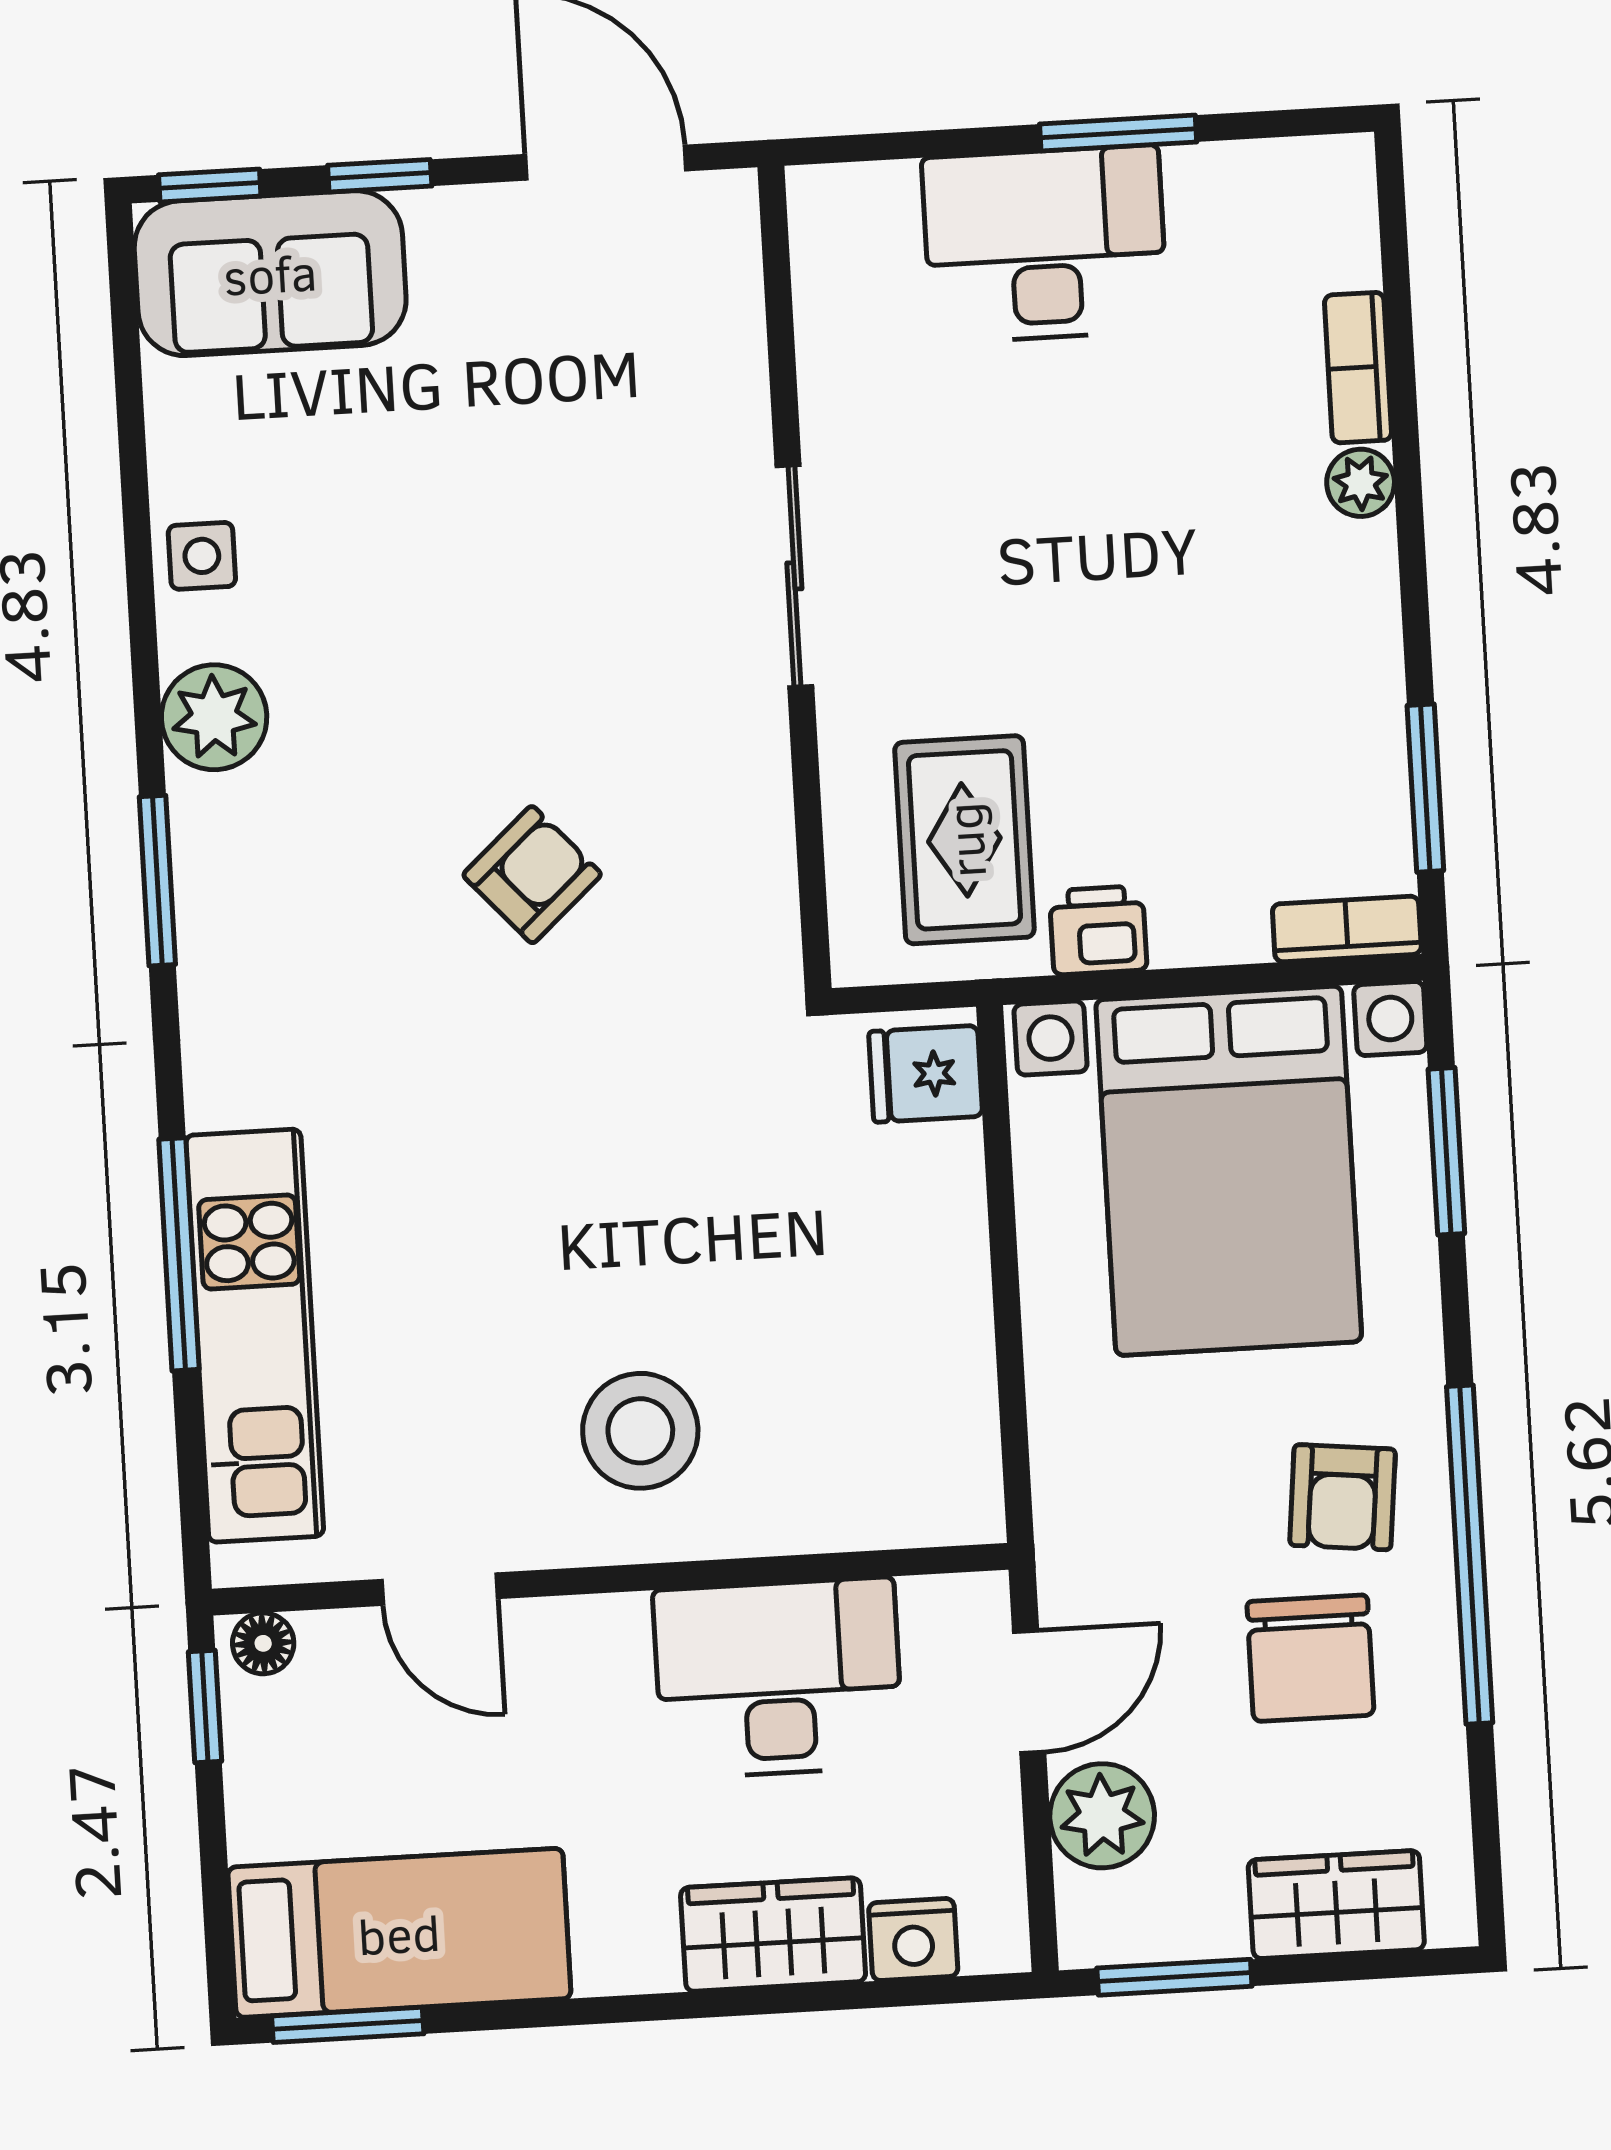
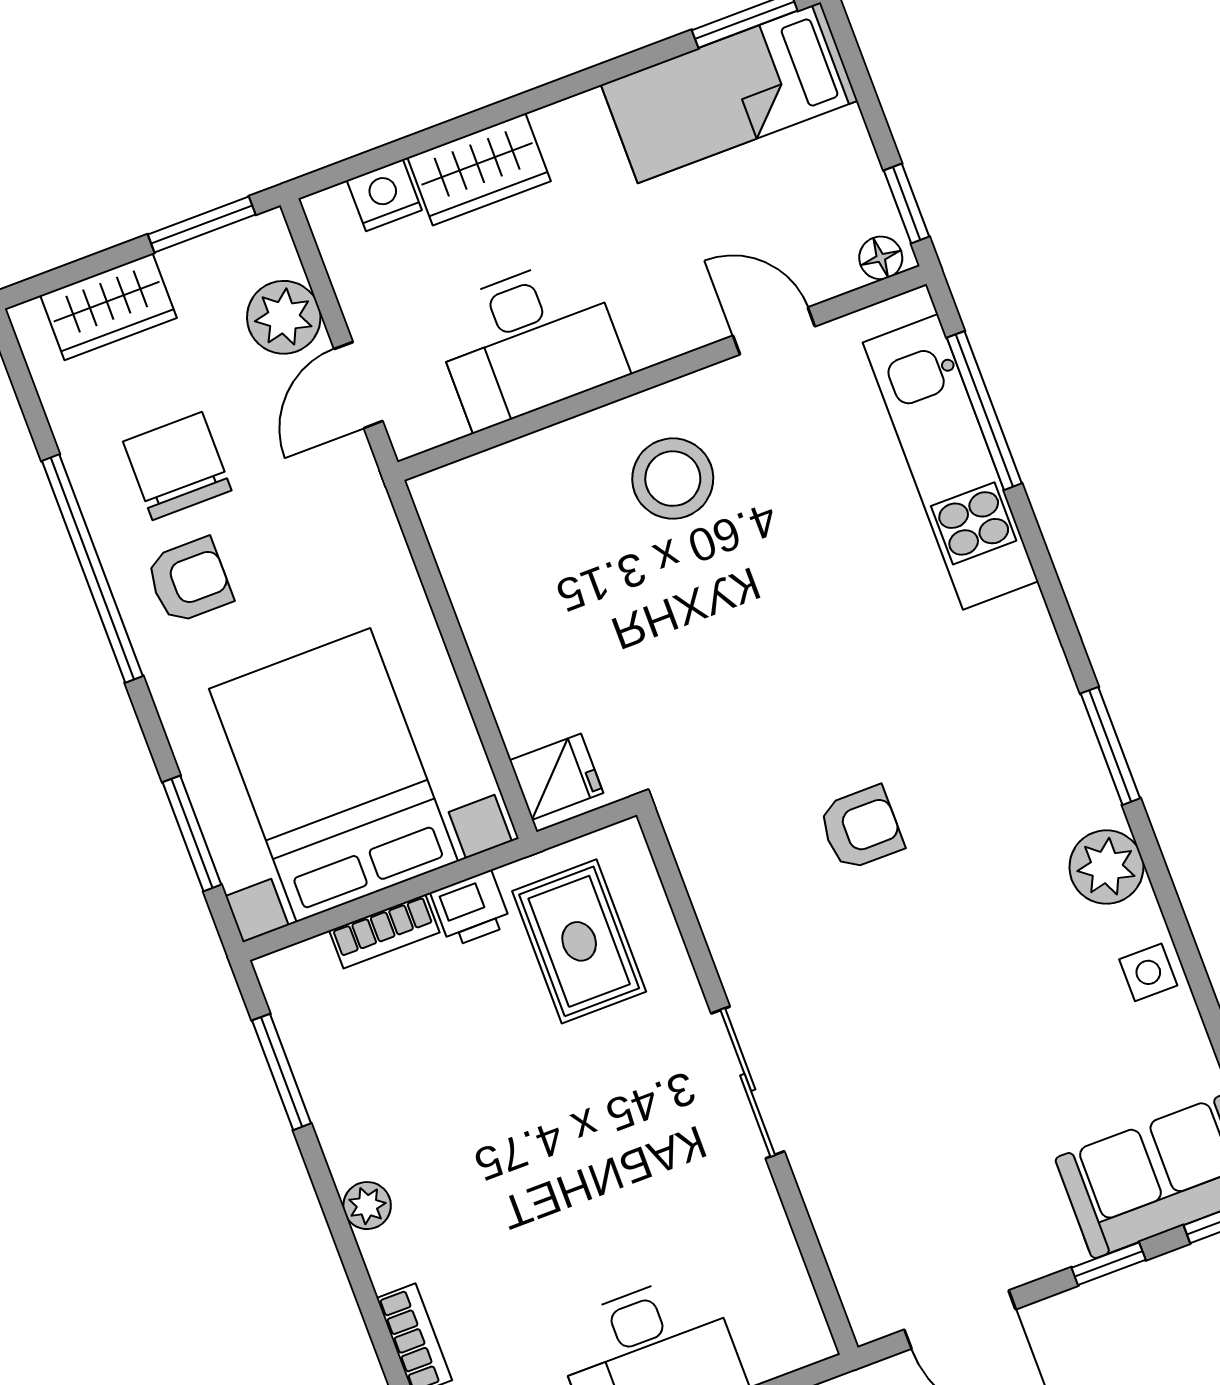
plant: (1361, 483) -> (367, 1206), moved
armchair: (532, 875) -> (861, 828), turned -138
bookcase: (1347, 929) -> (384, 931), moved
window: (179, 1254) -> (984, 411), moved
armchair: (1343, 1497) -> (189, 580), turned 84

